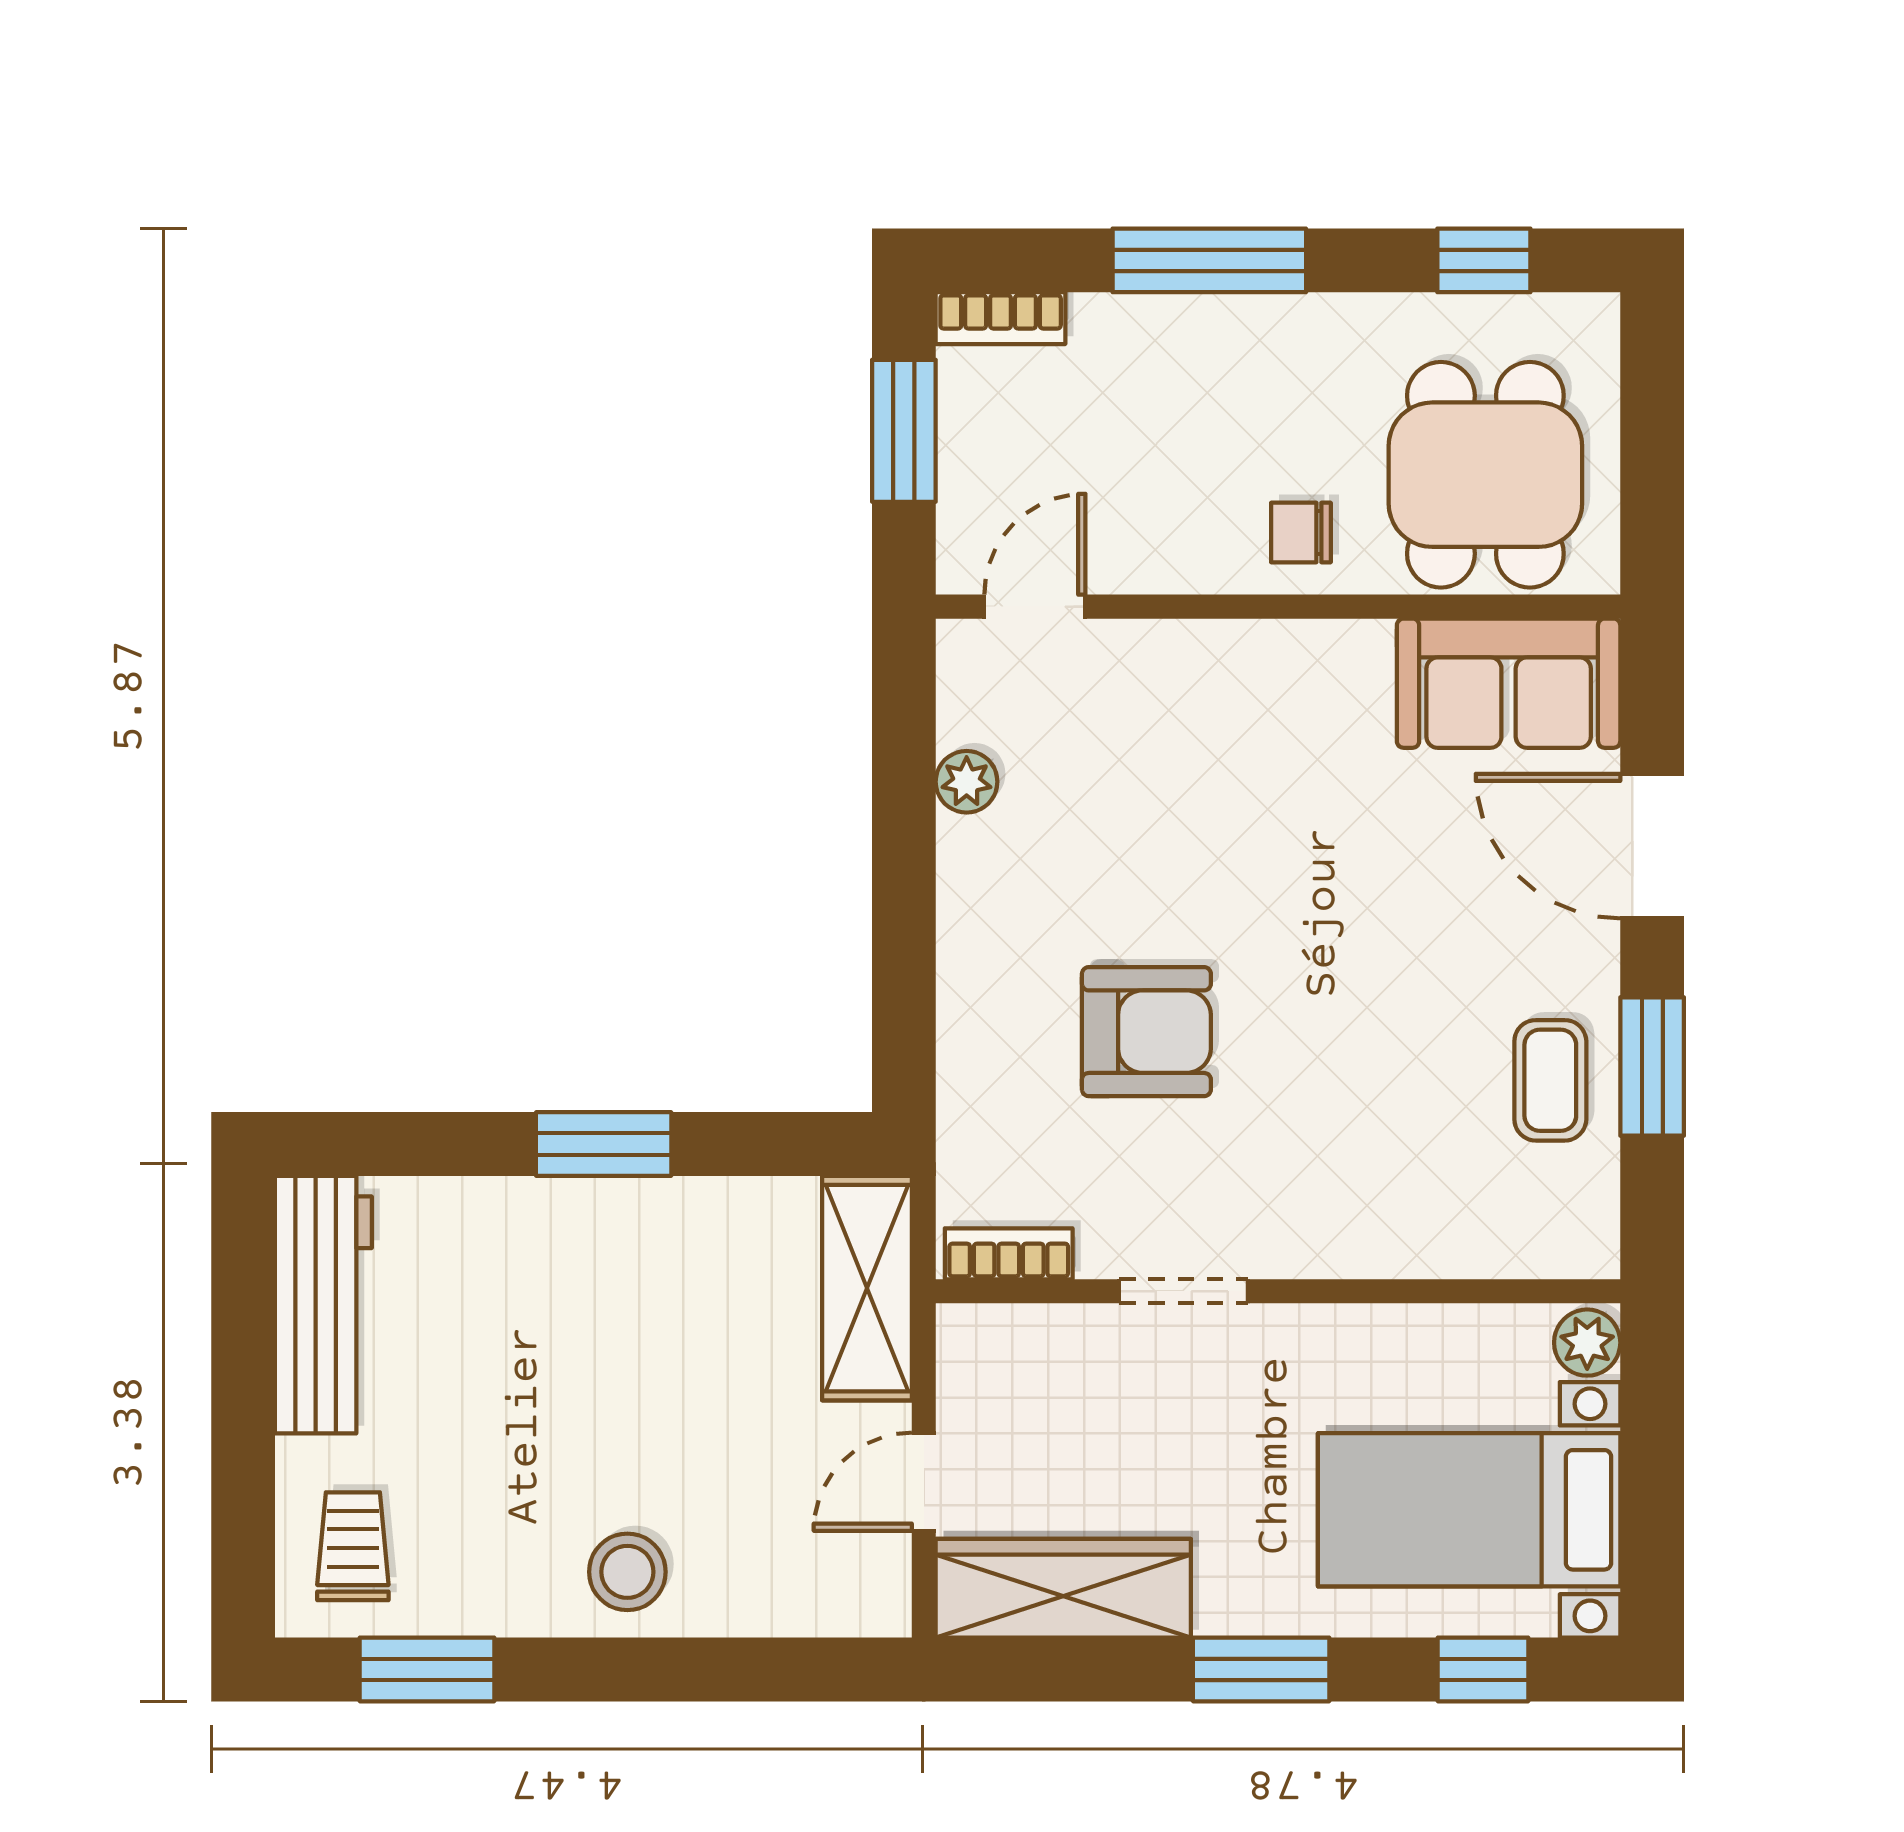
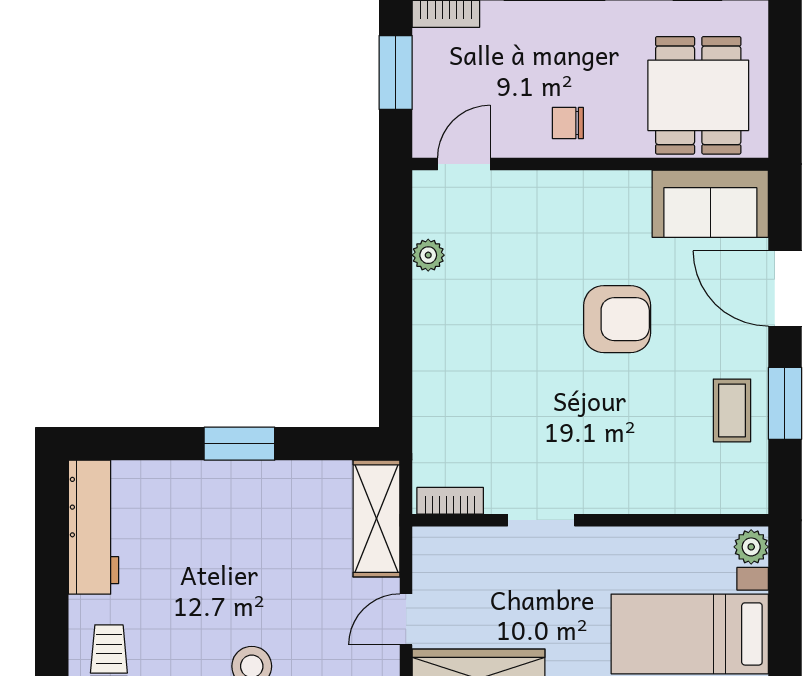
chair: (1301, 533) -> (568, 123), moved
armchair: (1146, 1032) -> (617, 319), moved

